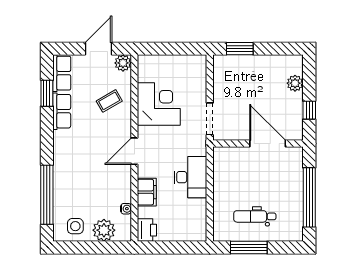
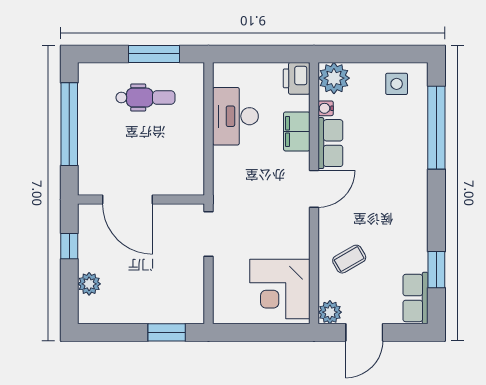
corner desk: (159, 104) -> (280, 289), moved
row of seats: (62, 111) -> (330, 143), moved, turned 180
desk: (190, 177) -> (235, 116), moved
plant: (104, 230) -> (334, 78), moved

